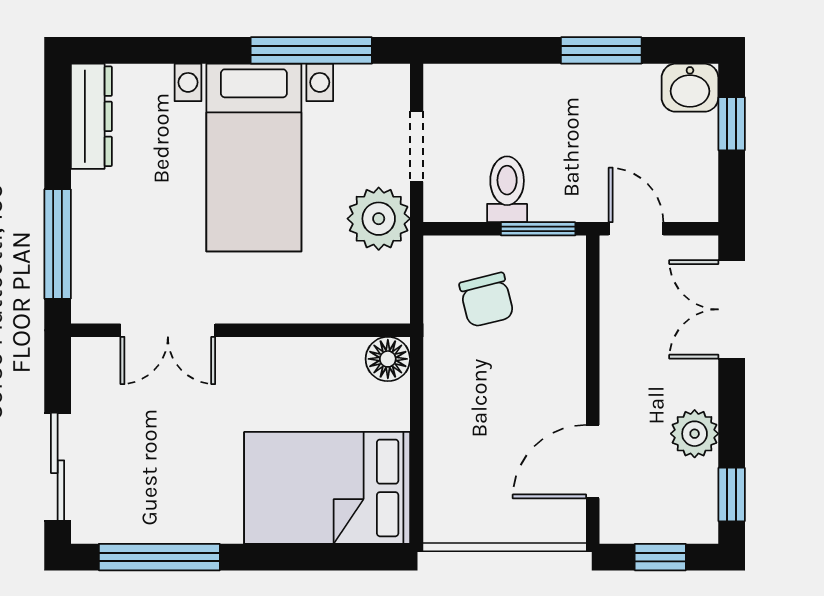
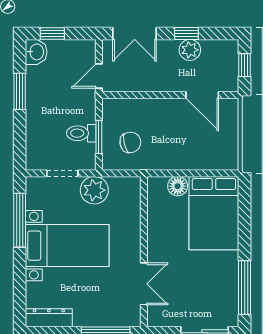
window: (538, 229) -> (99, 137), moved
floor lamp: (388, 359) -> (178, 186), moved
window: (732, 495) -> (186, 33), moved

